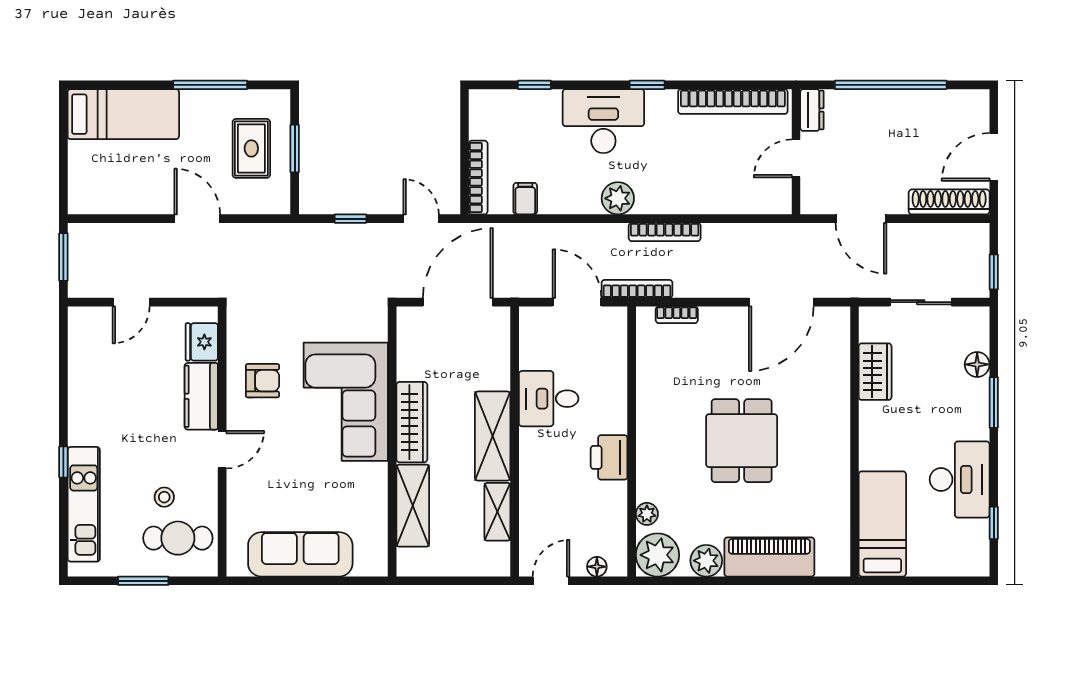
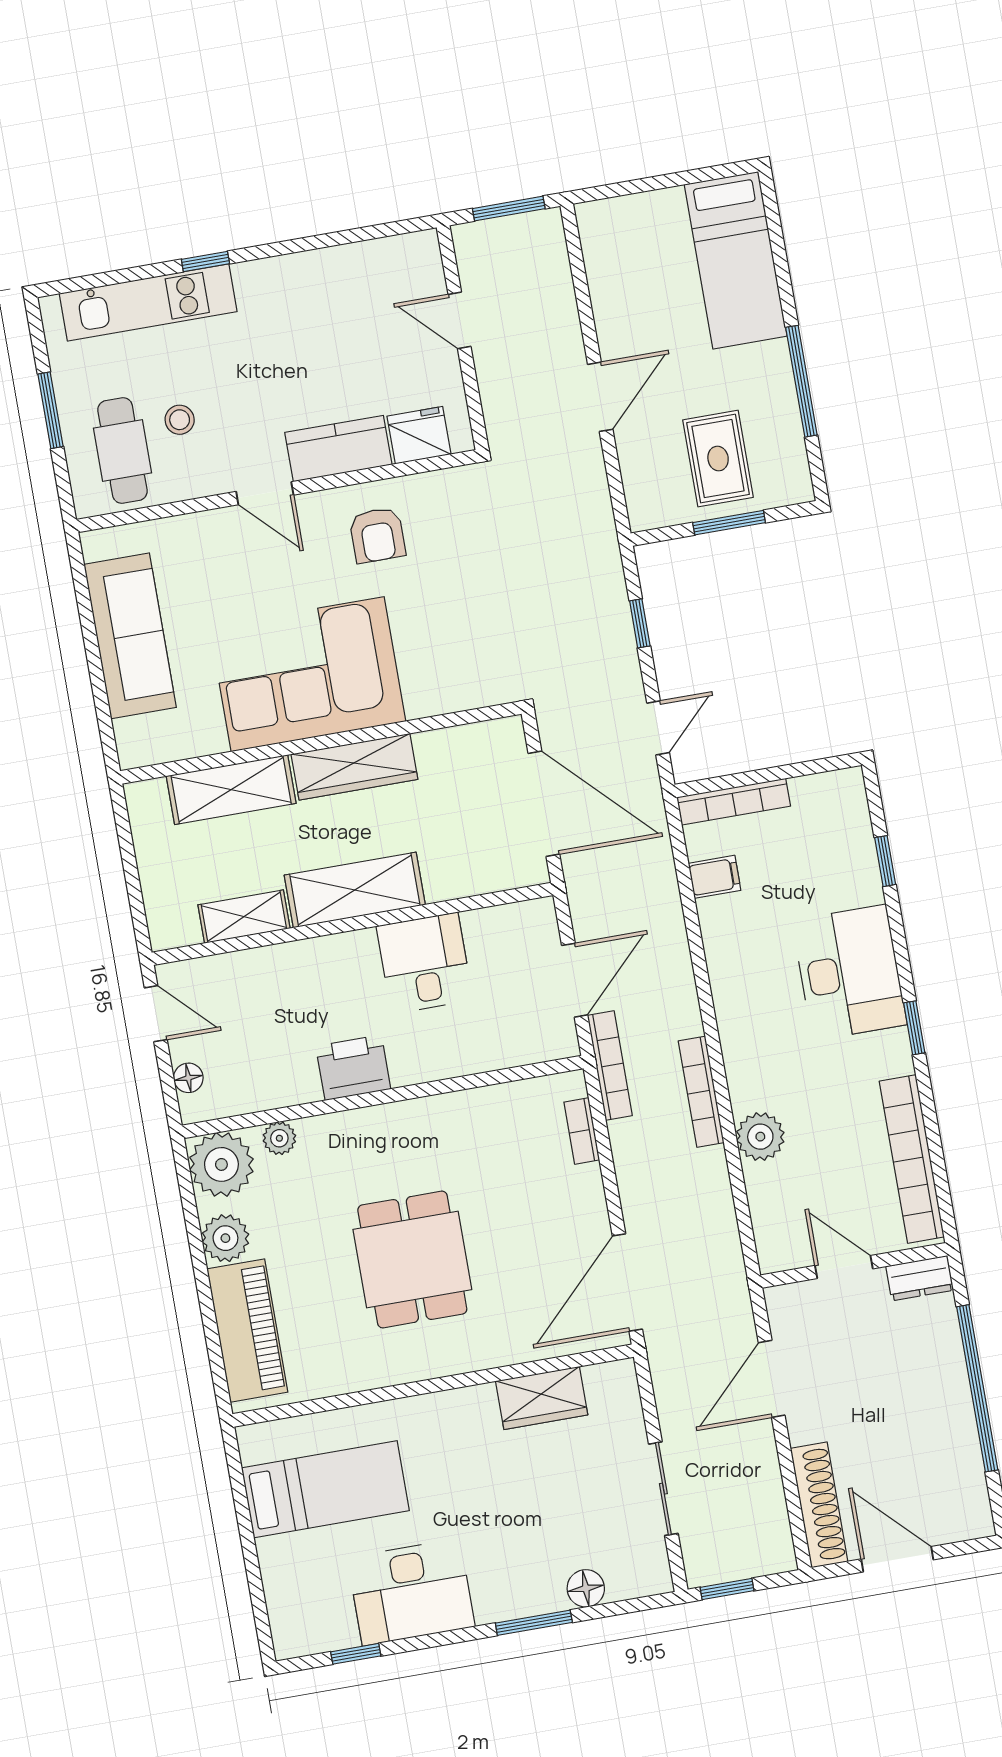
rug: (251, 148) -> (718, 459), turned 90
plant: (618, 198) -> (760, 1137), moved
door: (781, 302) -> (627, 1283), hinge flipped
wardrobe: (875, 372) -> (542, 1398), moved
corner sofa: (346, 402) -> (308, 674), moved
dining table: (742, 441) -> (412, 1259), turned 90
wall: (854, 441) -> (433, 1385), moved

